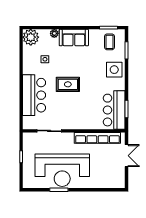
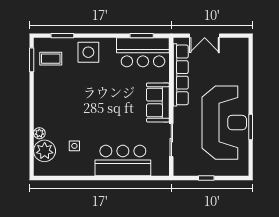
plant: (31, 37) -> (45, 151), moved
sofa: (74, 38) -> (158, 102), moved, turned 180
rug: (68, 84) -> (108, 115), removed
double door: (127, 156) -> (205, 36), swing flipped

